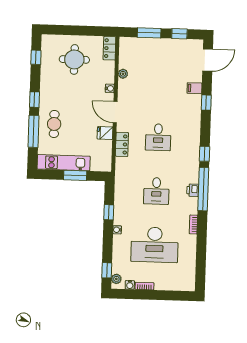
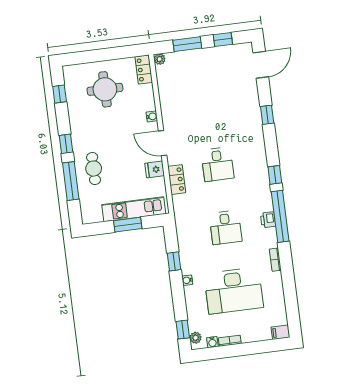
plant: (123, 74) -> (160, 59), moved
filing cabinet: (194, 88) -> (280, 332), moved
kitchen unit: (64, 163) -> (134, 209), moved

